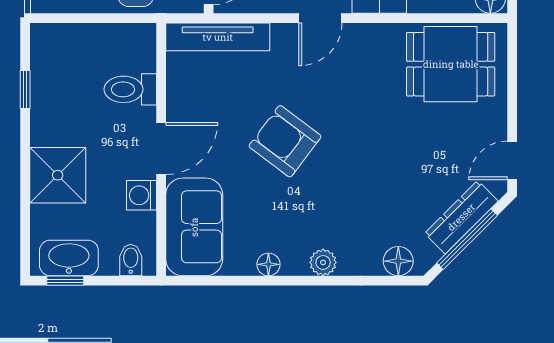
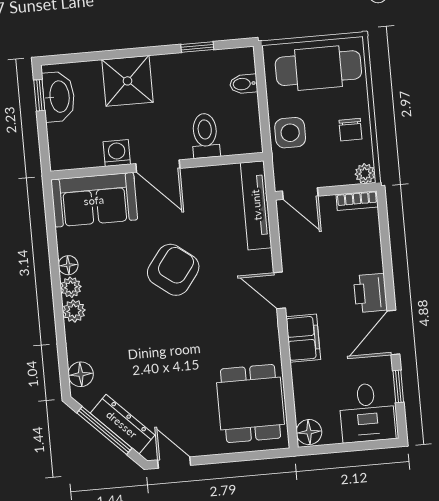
bidet: (131, 260) -> (244, 84), moved, turned 180
plant: (295, 264) -> (71, 287), added

